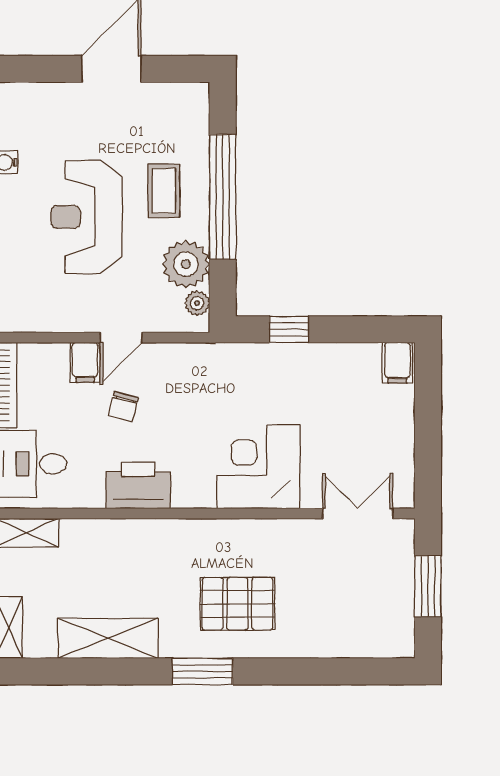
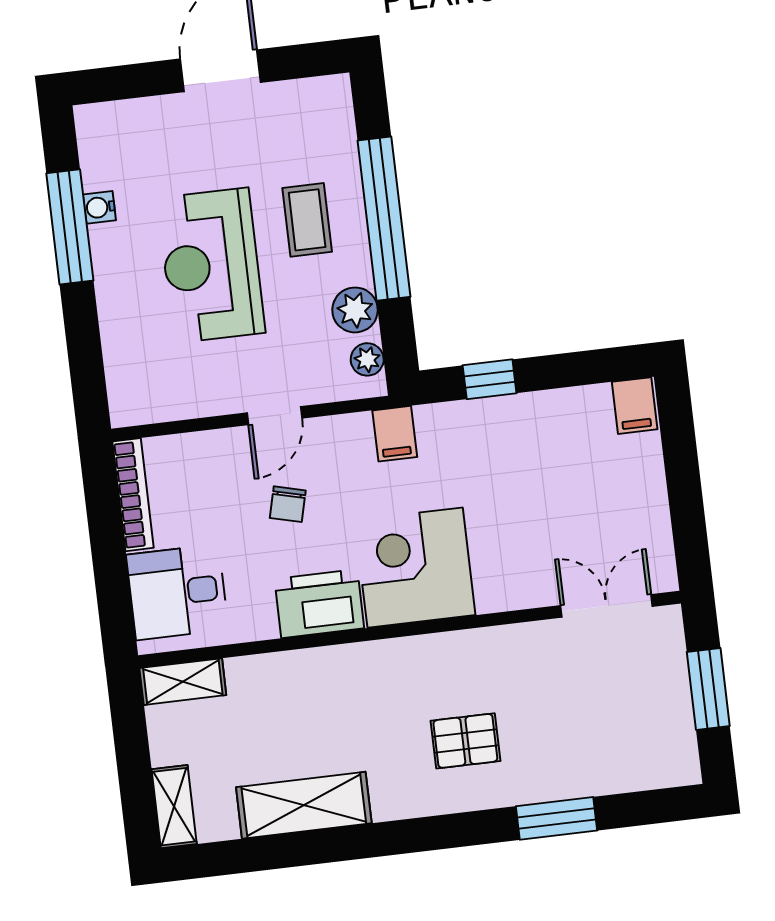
plant: (186, 264) -> (355, 310), width x0.73, depth x0.73
filing cabinet: (85, 362) -> (395, 434), moved
corner desk: (258, 467) -> (415, 568), moved
pallet: (237, 604) -> (465, 741), width x0.67, depth x0.71
window: (203, 671) -> (556, 818), moved

